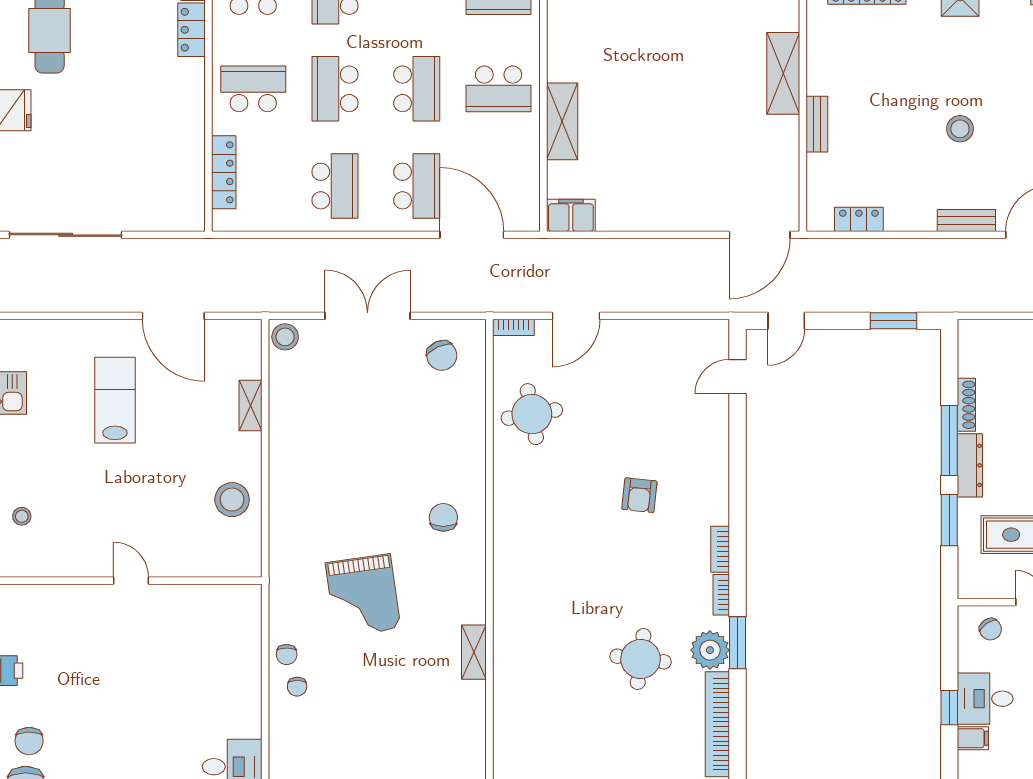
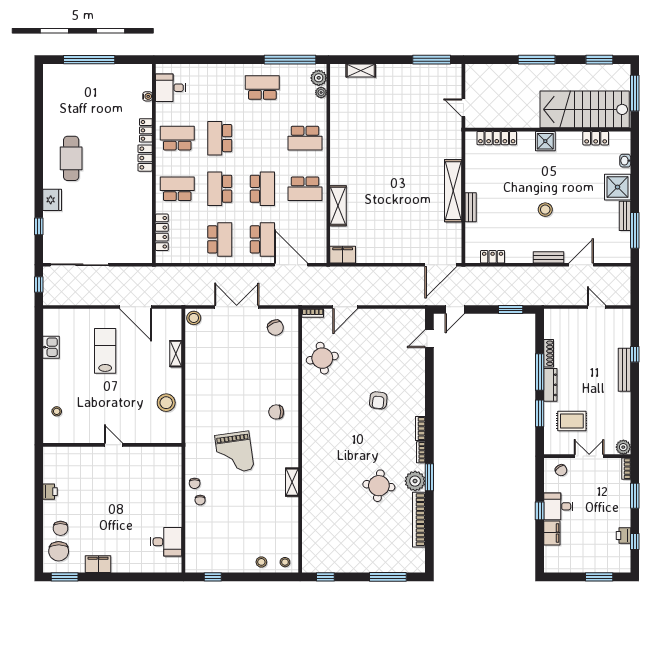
shelving: (783, 73) -> (453, 191), width x1.47
chair: (443, 517) -> (276, 412), turned -90
filing cabinet: (973, 738) -> (552, 533), width x2.00

